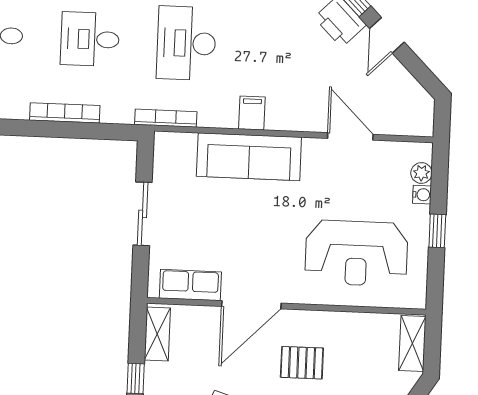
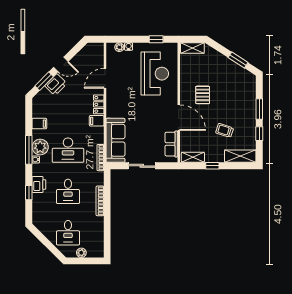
locker: (290, 119) -> (99, 104), added
sofa: (249, 157) -> (115, 140), moved
window: (437, 231) -> (156, 39), moved

